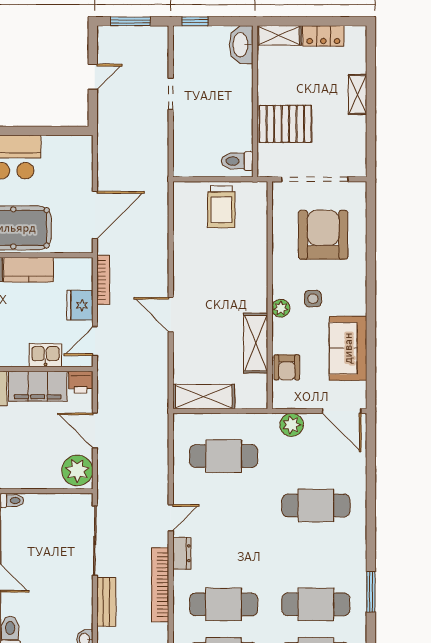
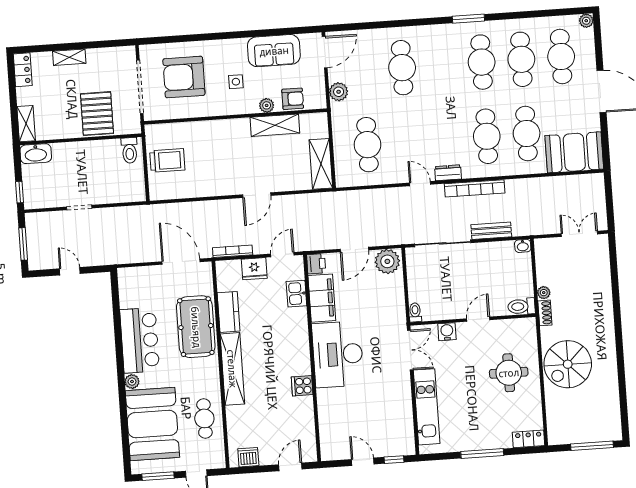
locker: (323, 36) -> (23, 70), moved
plant: (281, 308) -> (267, 105), moved
door: (95, 341) -> (282, 255), swing flipped

